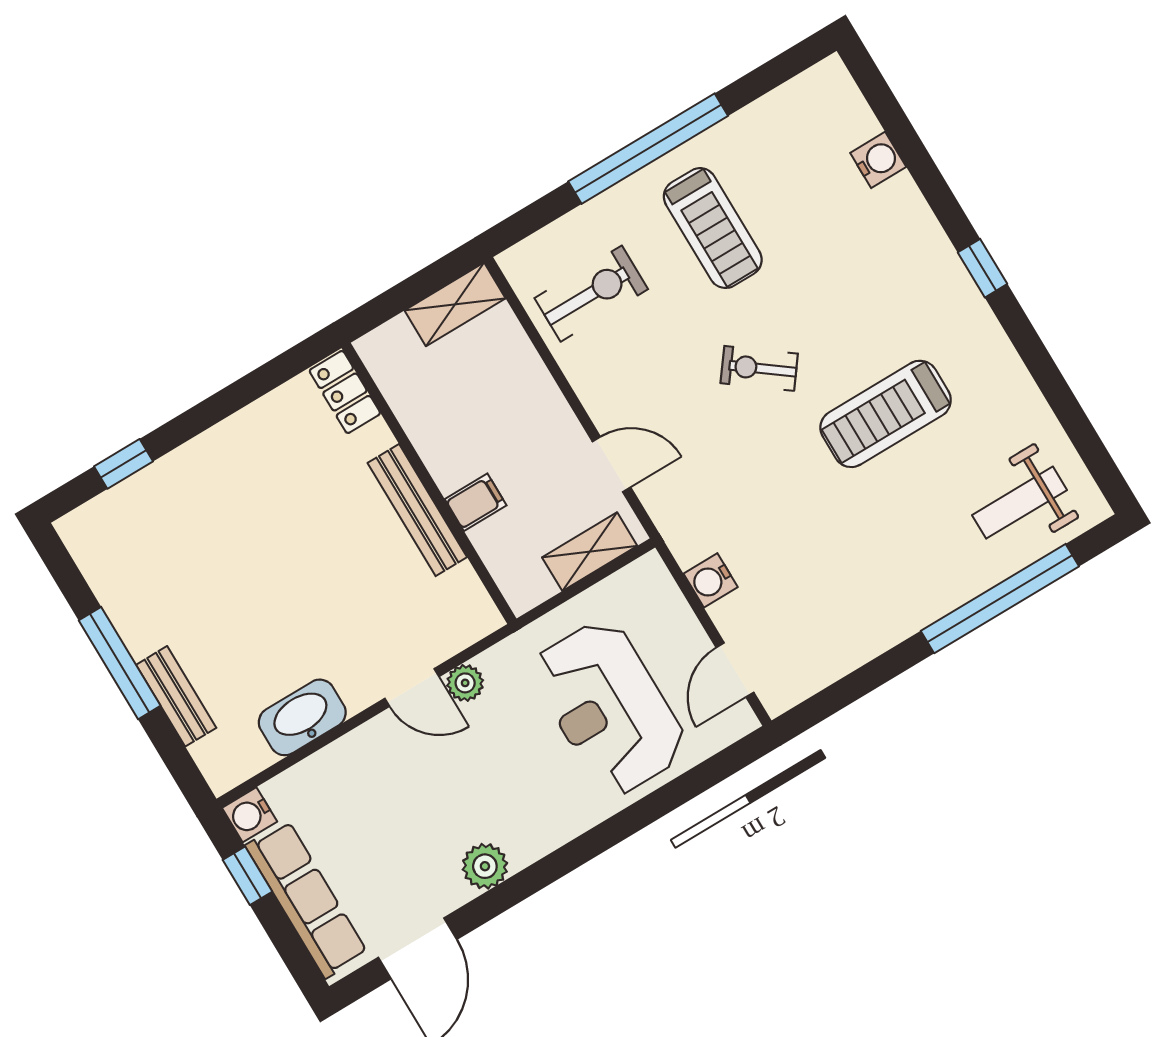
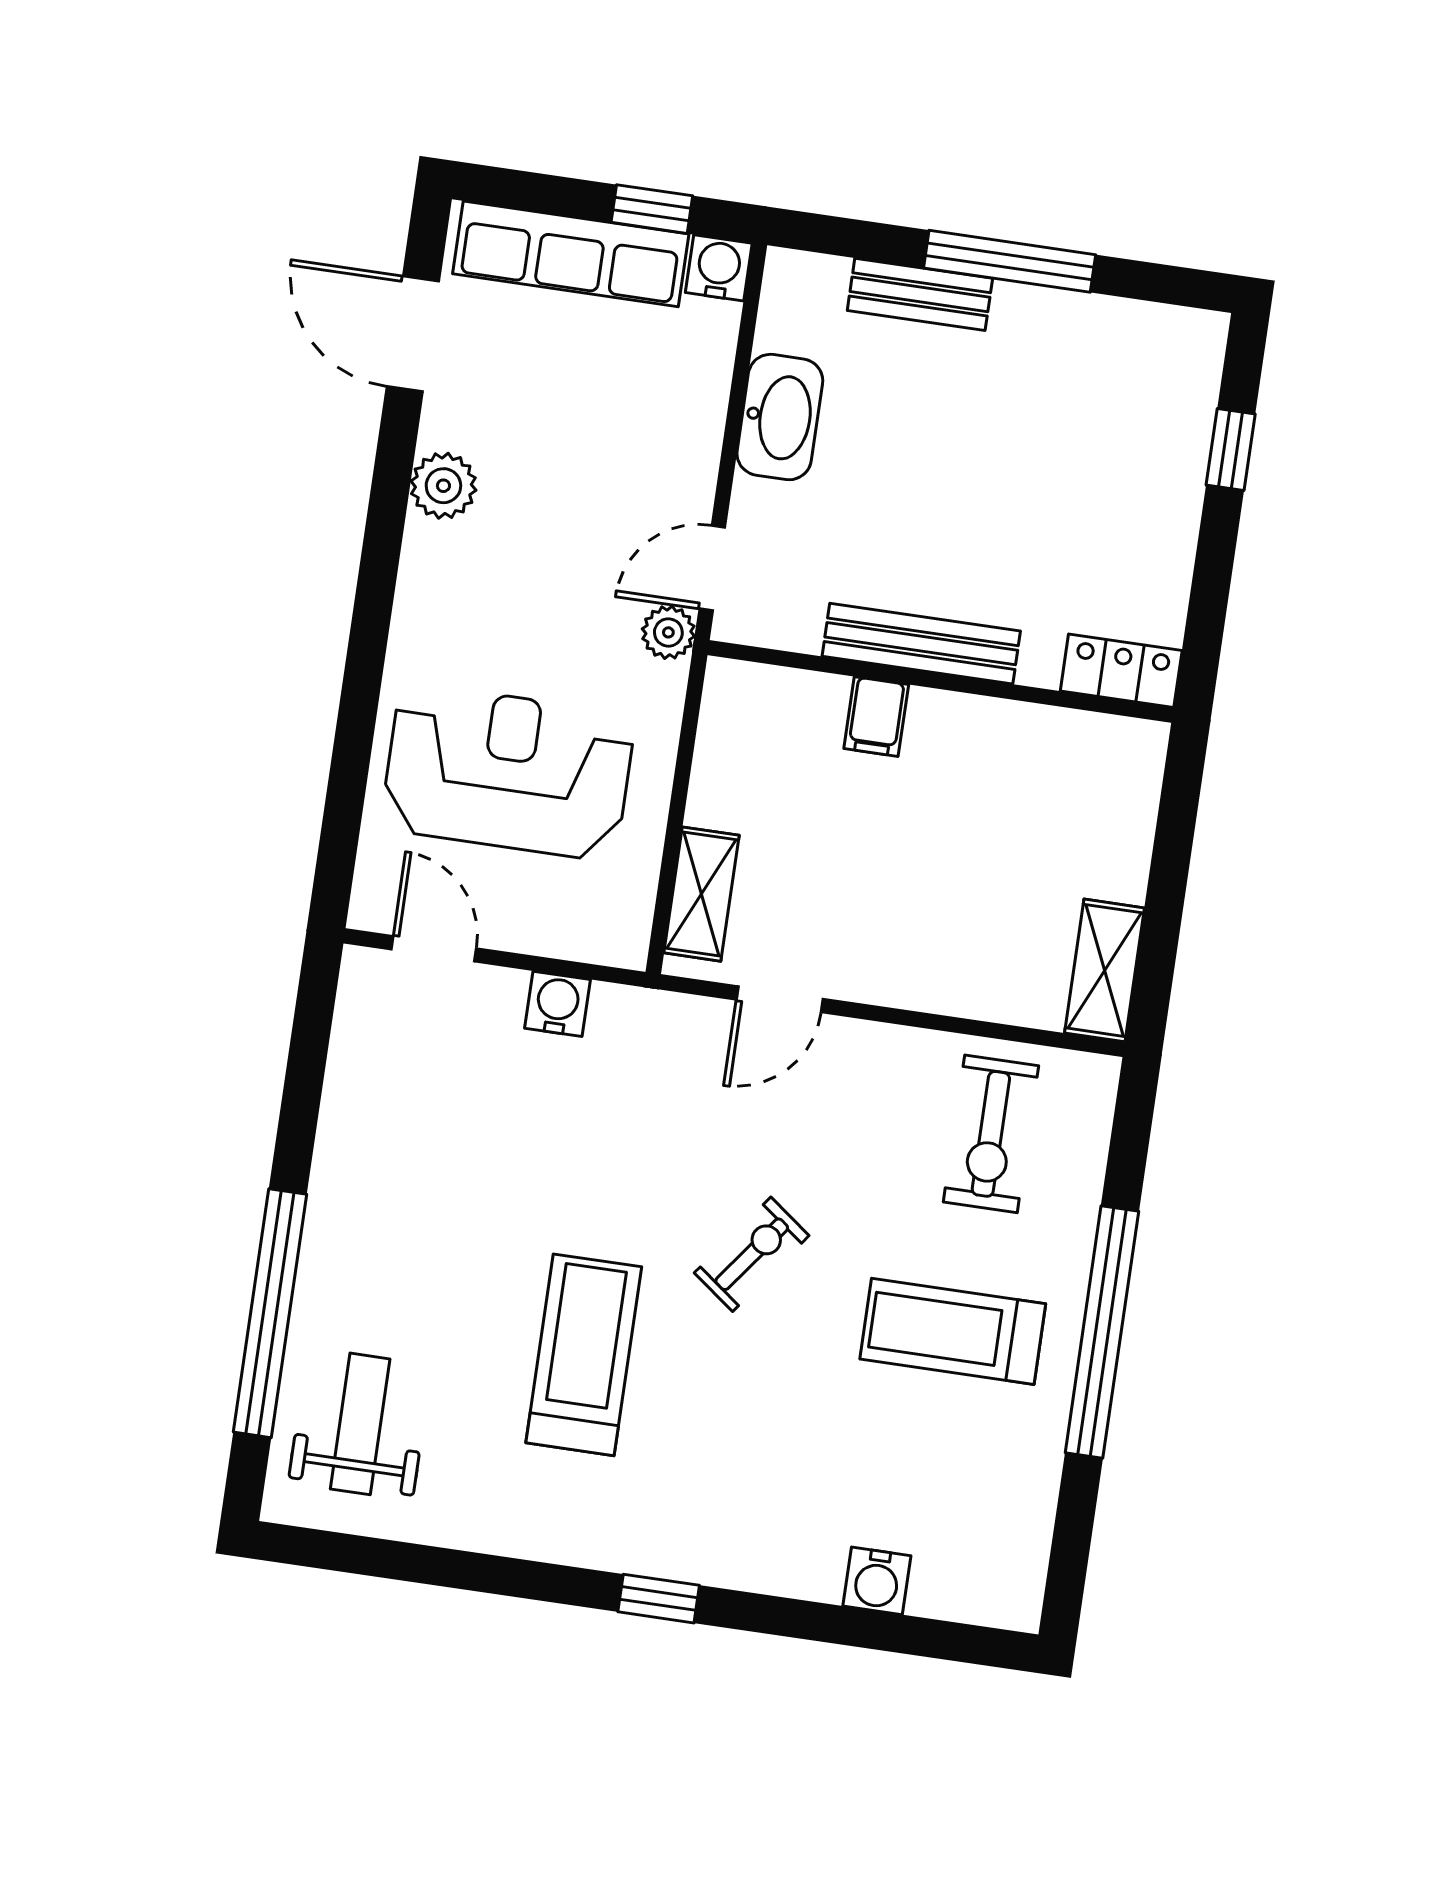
locker: (345, 392) -> (1121, 671), moved
wall: (429, 483) -> (941, 681), moved
filing cabinet: (476, 502) -> (876, 717), moved
bench: (417, 510) -> (921, 644), moved

